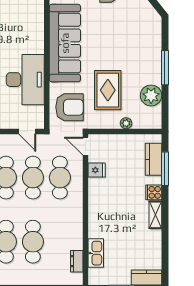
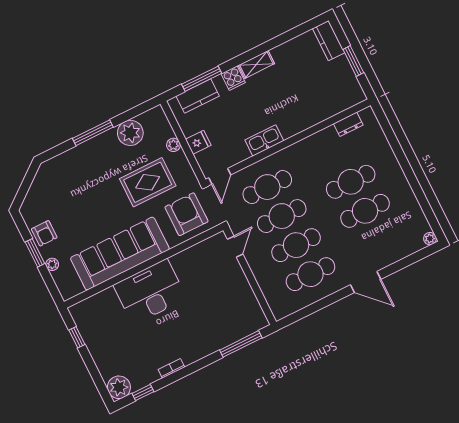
desk: (25, 80) -> (150, 292), moved
fridge: (97, 170) -> (198, 142), moved, turned 90
kitchen sink: (96, 253) -> (264, 140), moved

